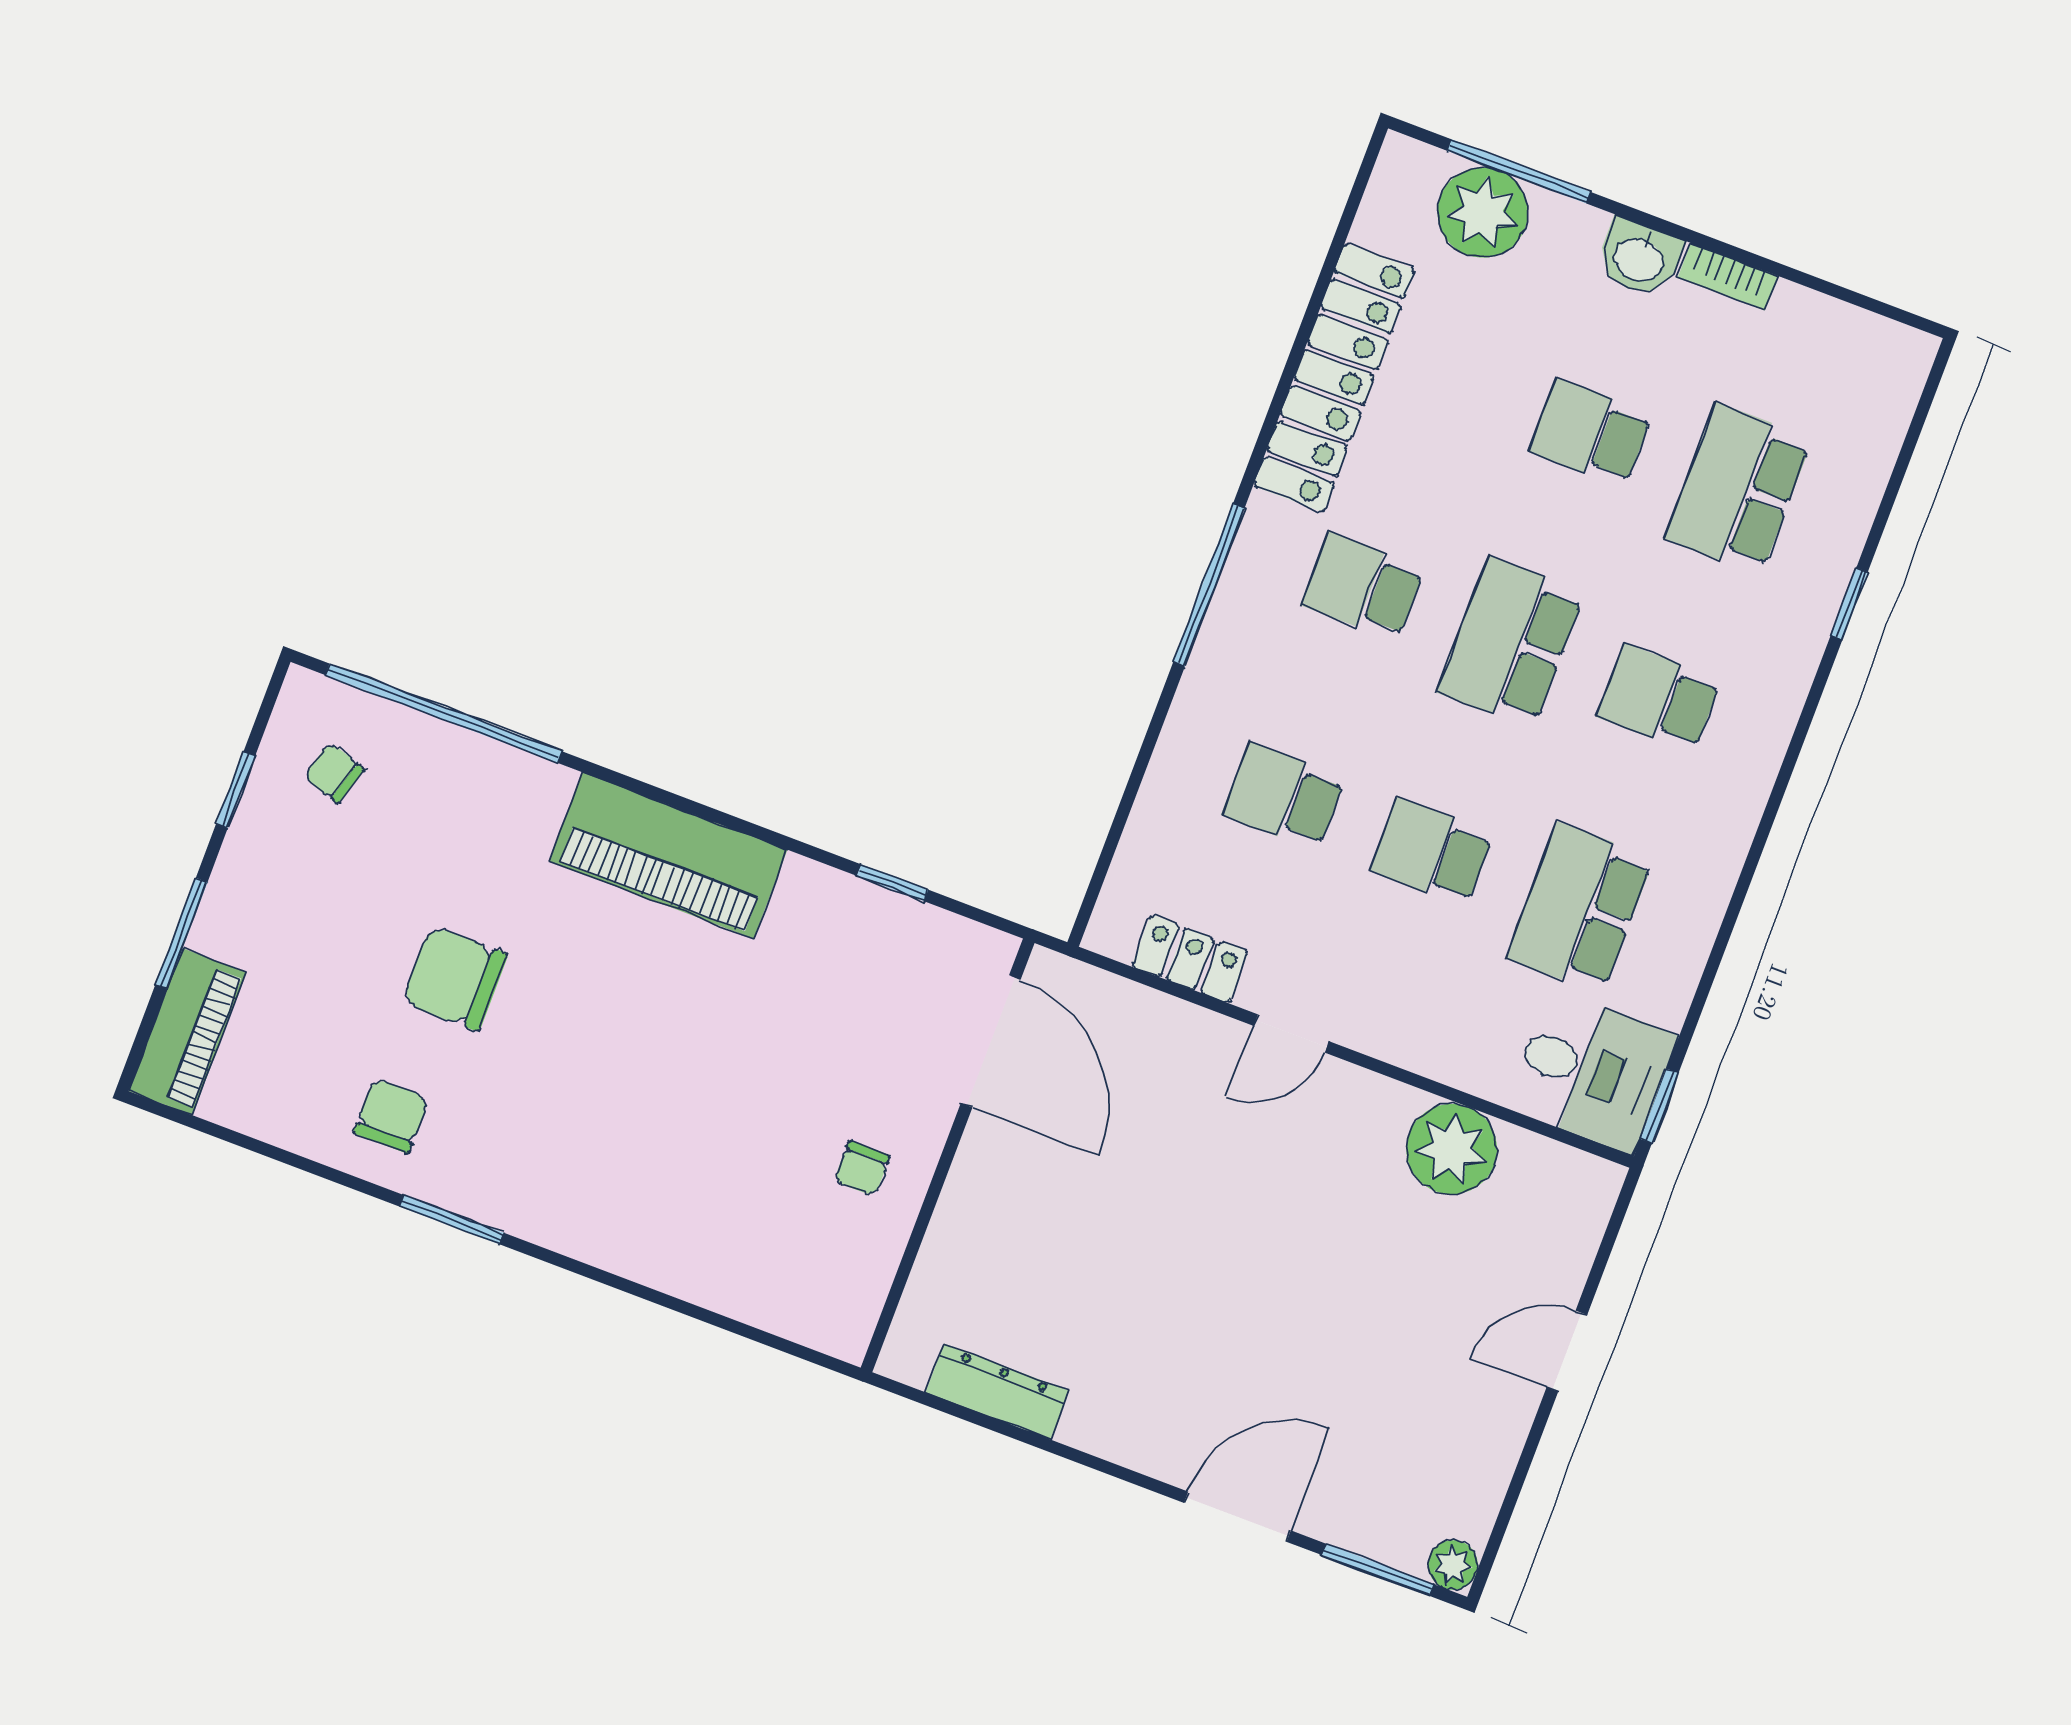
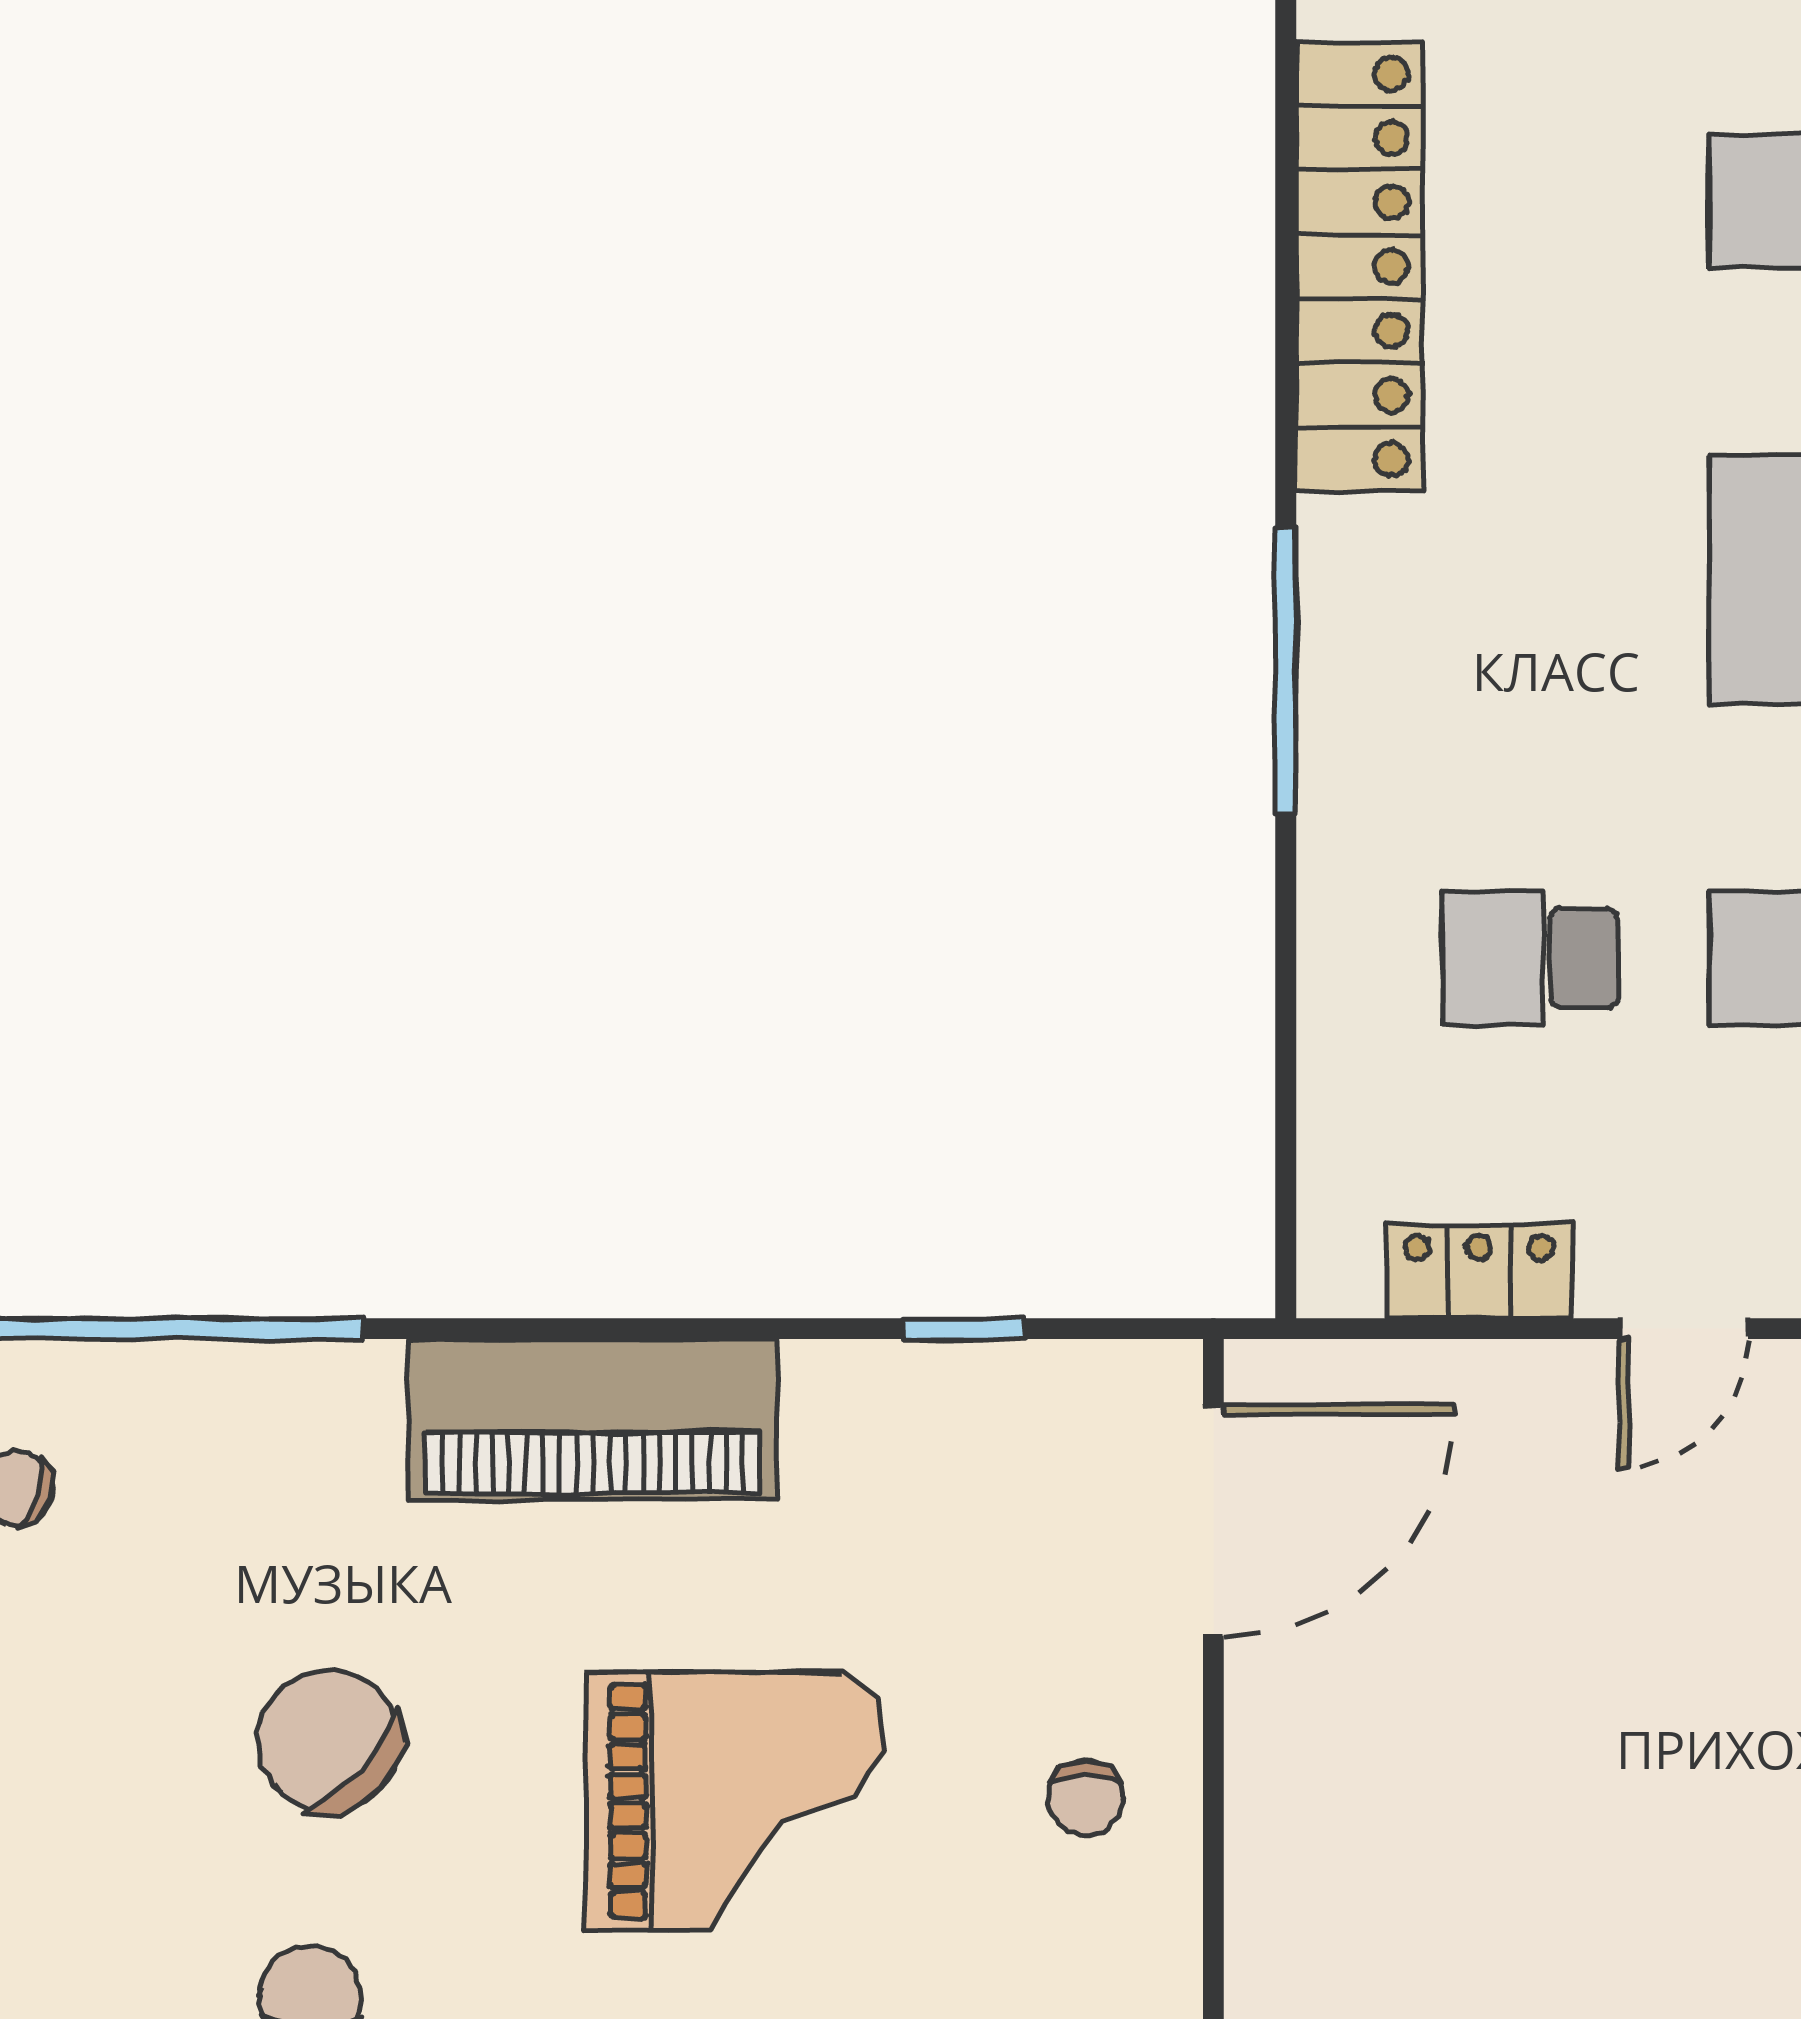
school desk: (1363, 586) -> (1530, 580), removed
chair: (455, 978) -> (329, 1741), turned 42
door: (991, 1041) -> (1213, 1520), hinge flipped
grand piano: (667, 1097) -> (735, 1801), added

